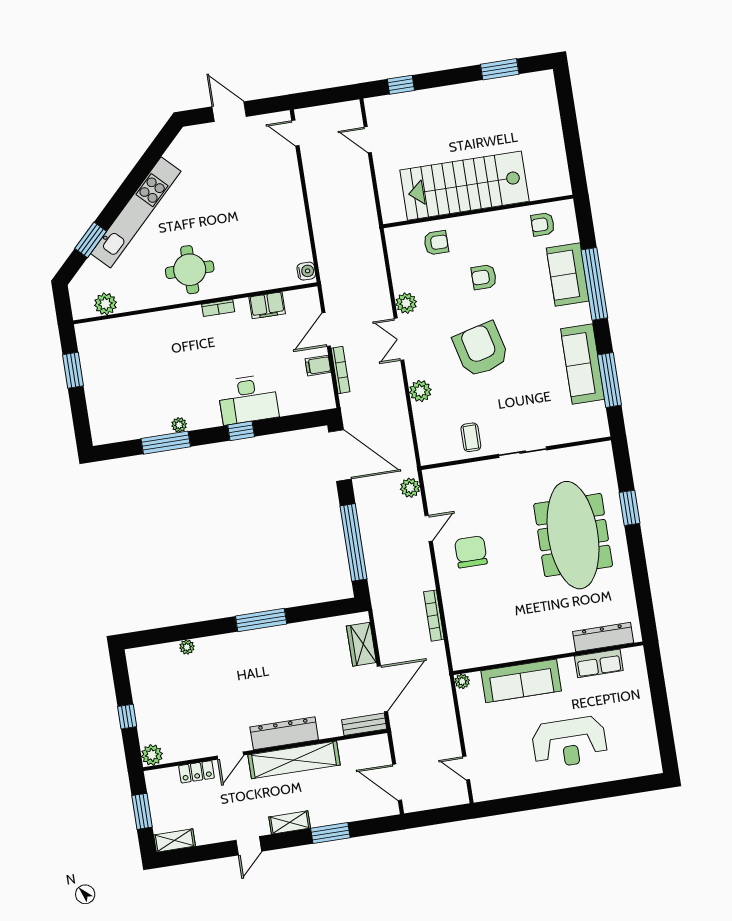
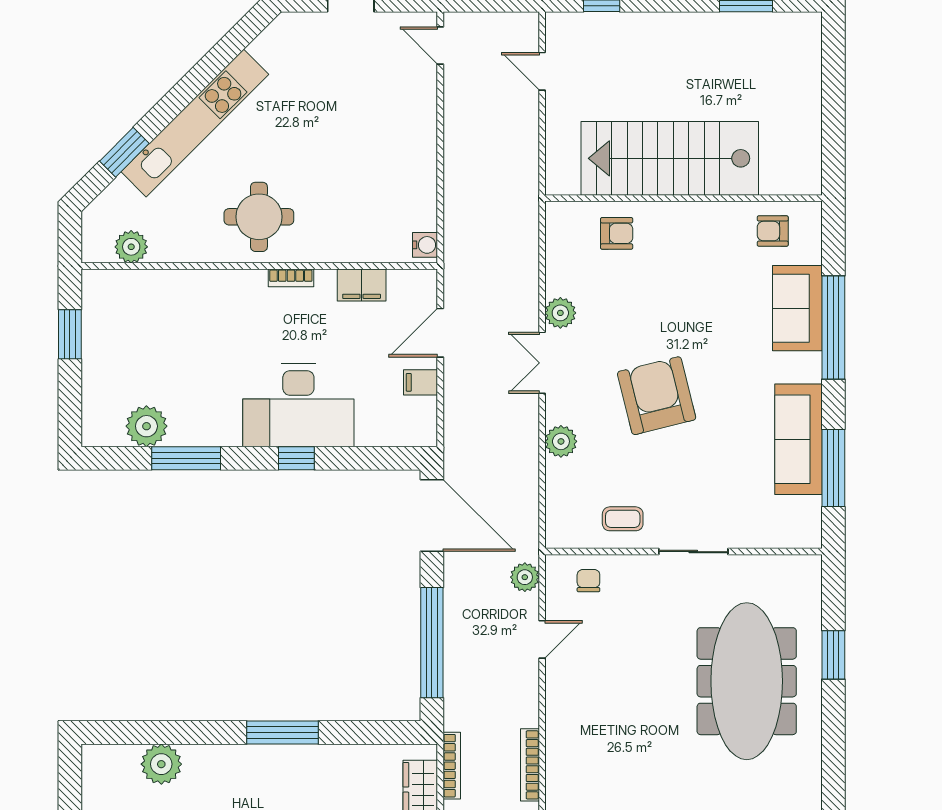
armchair: (484, 277) -> (677, 293), removed
bookcase: (340, 370) -> (452, 766), moved
desk: (248, 399) -> (298, 405), width x1.36, depth x1.30
plant: (179, 425) -> (146, 426), moved, width x1.87, depth x1.87
coffee table: (471, 437) -> (623, 519), turned 90
chair: (471, 552) -> (588, 581), moved, width x0.54, depth x0.54
plant: (187, 647) -> (161, 764), width x1.87, depth x1.87

